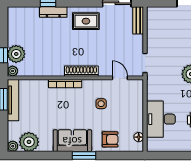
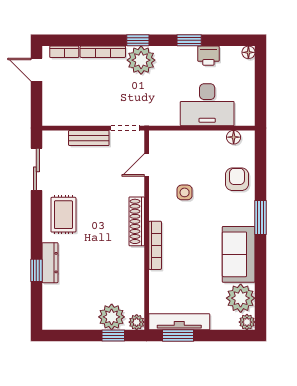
bench: (138, 20) -> (89, 138), moved
sofa: (72, 141) -> (239, 254), moved

